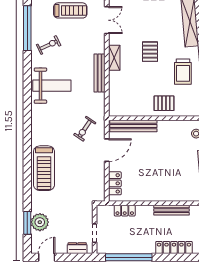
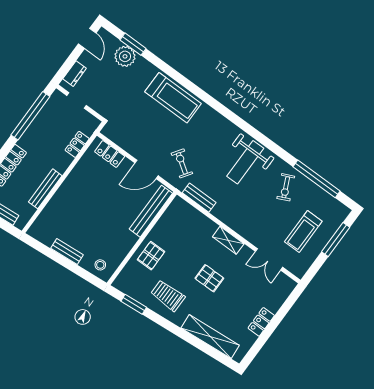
bench: (100, 73) -> (199, 198), moved, width x0.73
door: (107, 150) -> (146, 169), hinge flipped
treadmill: (44, 168) -> (173, 98), turned 180

